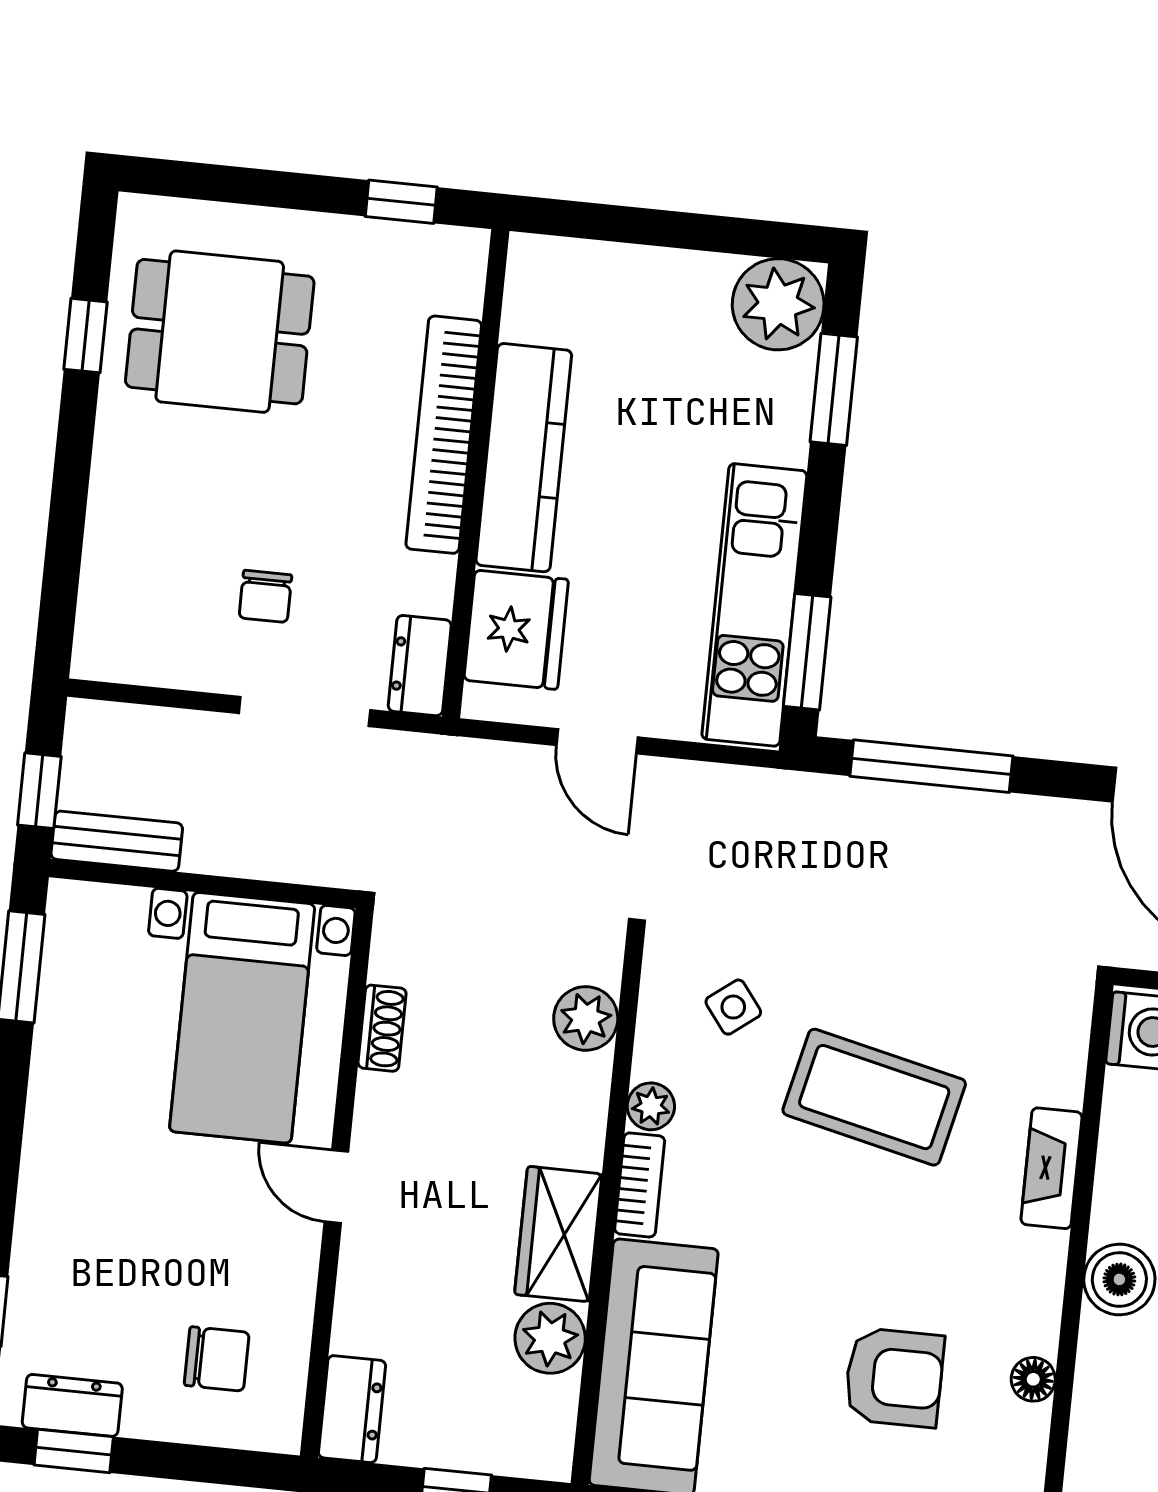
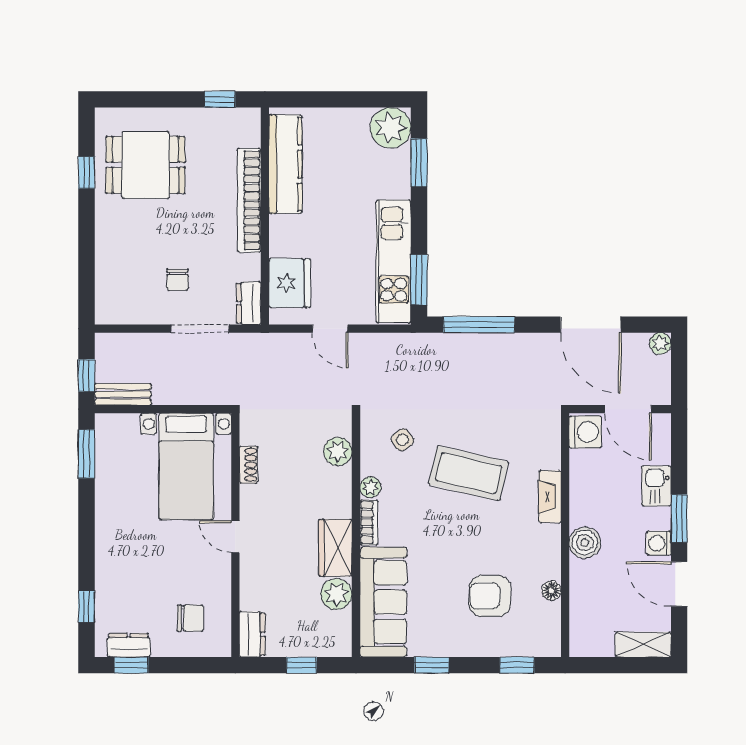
kitchen counter: (524, 458) -> (285, 164), moved
armchair: (894, 1377) -> (490, 596), turned 180

